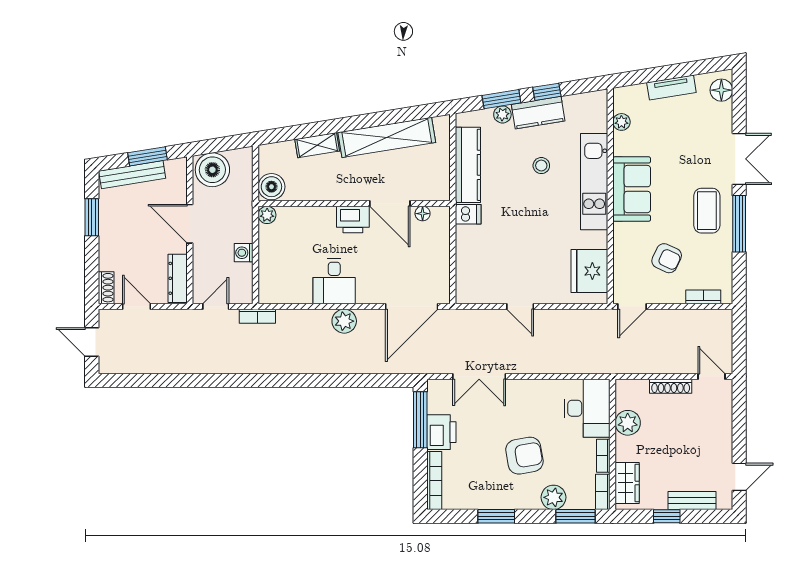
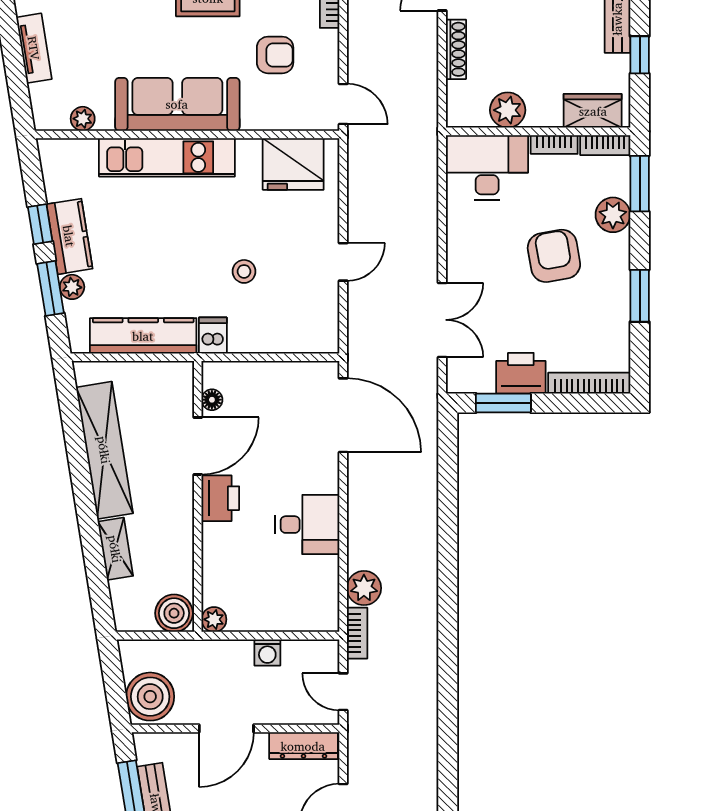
stool: (541, 166) -> (244, 271), moved
sofa: (632, 189) -> (177, 104), width x1.36
armchair: (667, 258) -> (275, 55), turned 65
plant: (344, 321) -> (364, 588), moved
window: (420, 420) -> (503, 403), width x0.69

